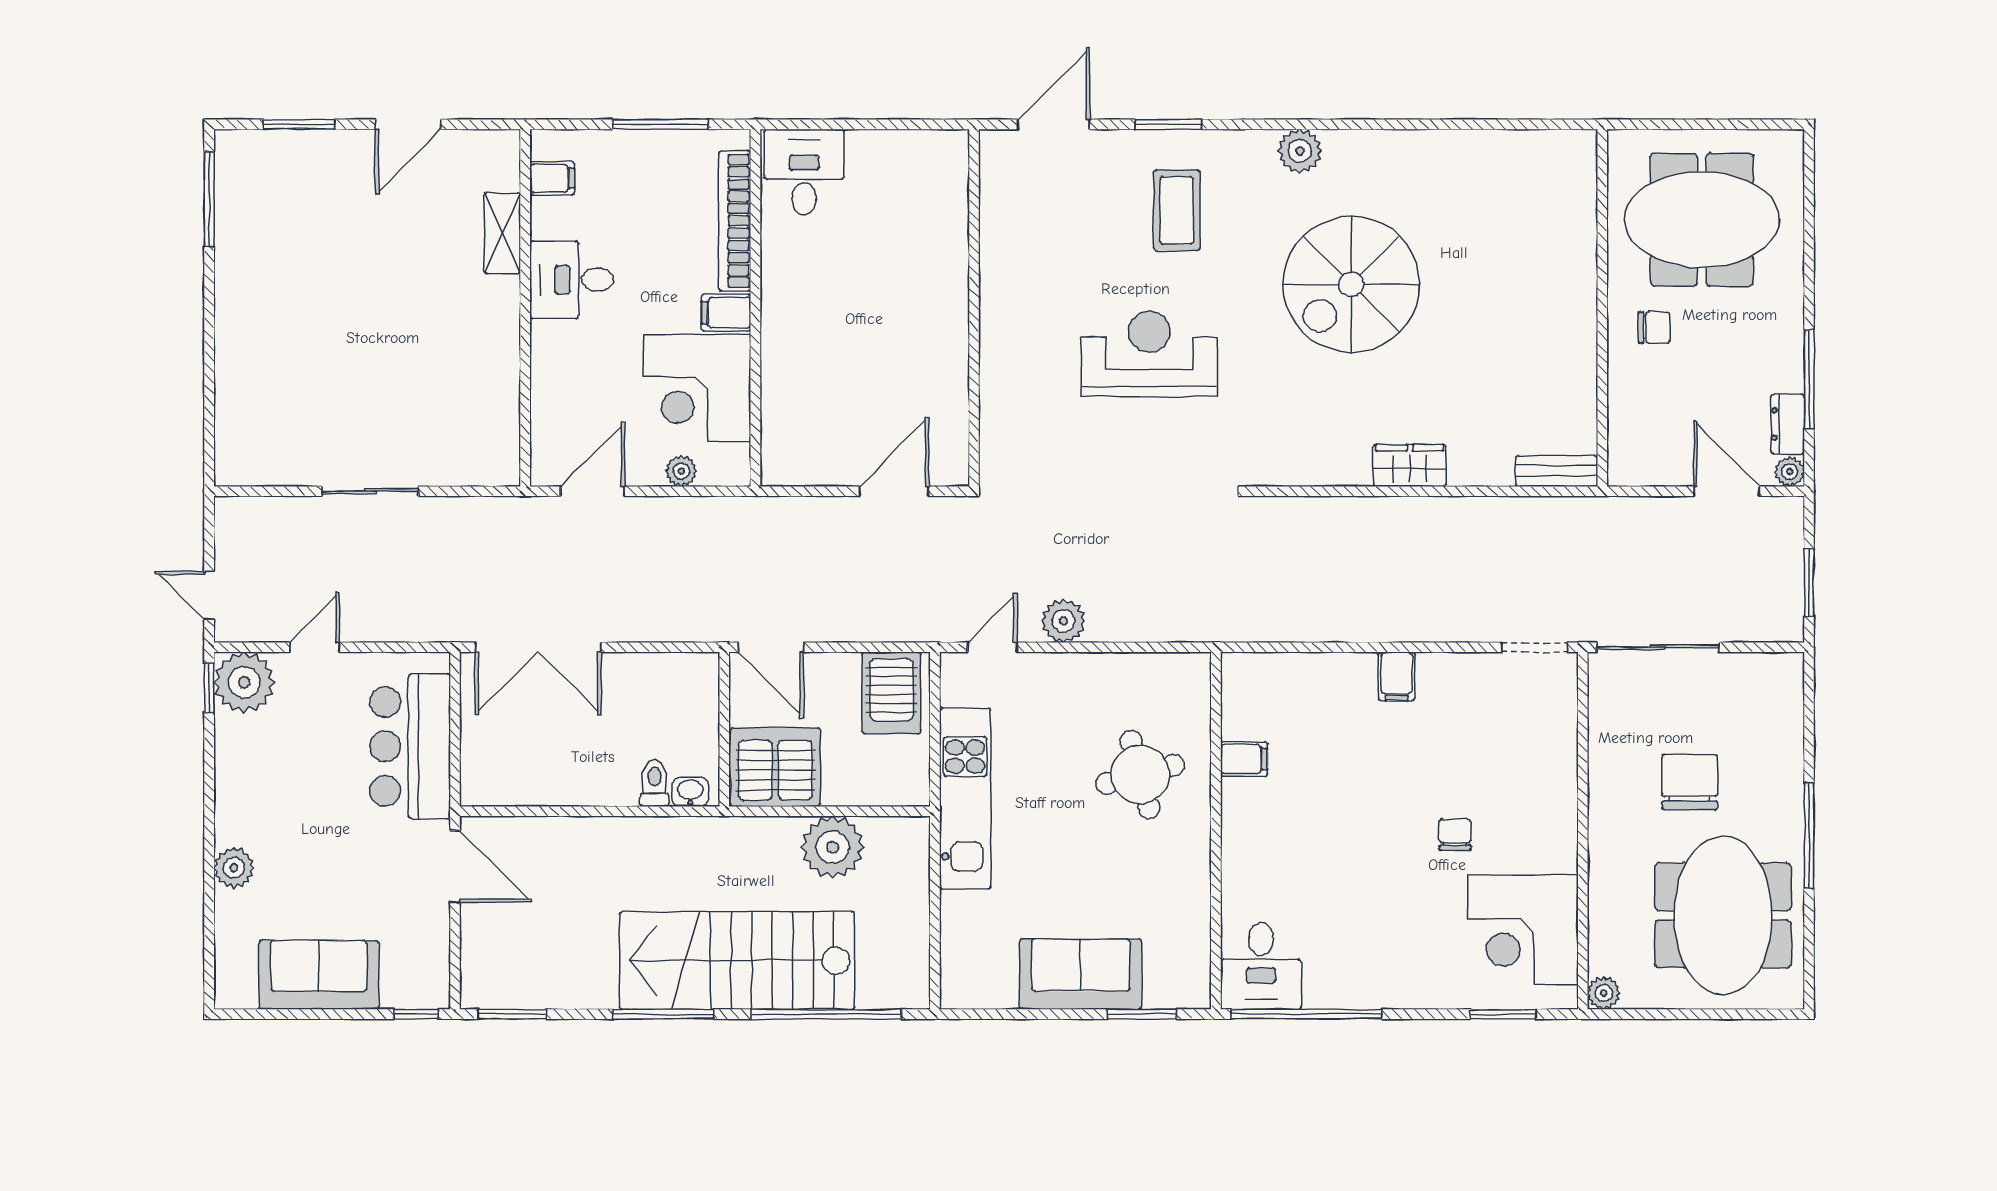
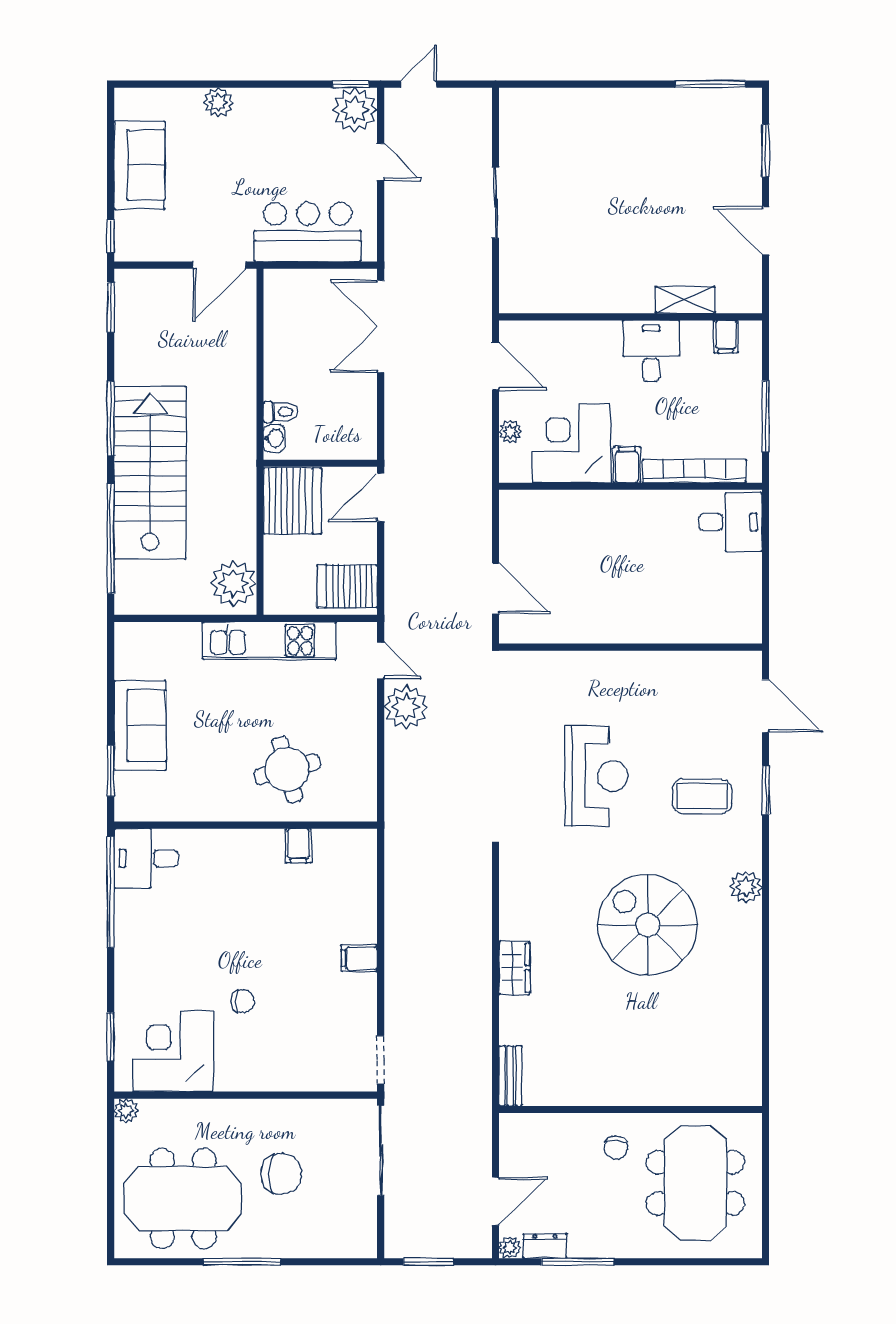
plant: (1063, 621) -> (406, 707), width x1.36, depth x1.36
plant: (833, 847) -> (234, 583), moved

